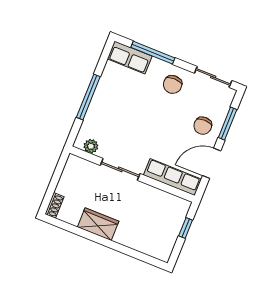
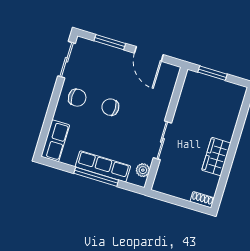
window: (153, 53) -> (49, 119), removed
chair: (203, 126) -> (110, 107), moved, turned 180
row of seats: (172, 177) -> (103, 166), moved, turned 90
window: (186, 228) -> (213, 73), width x1.50

